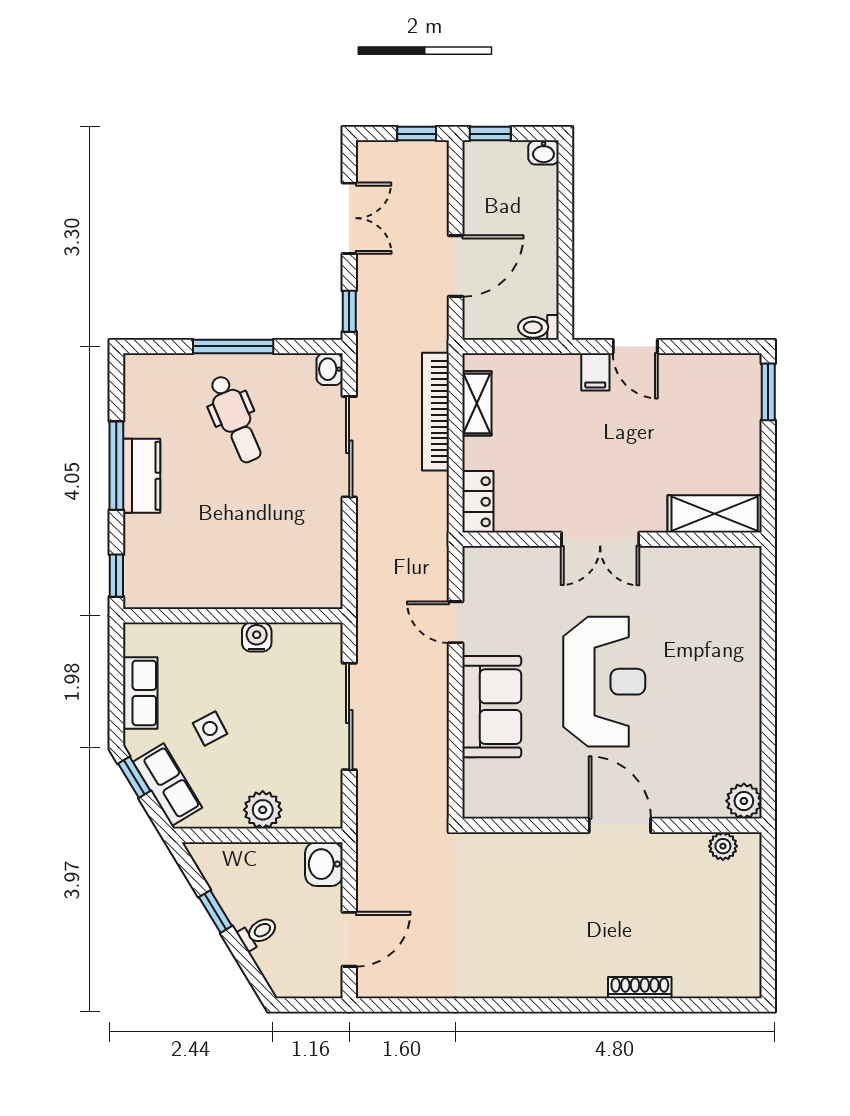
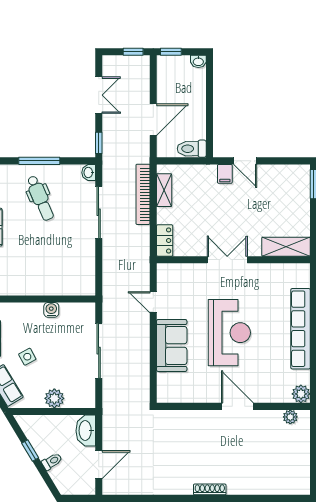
toilet: (538, 327) -> (192, 149), width x1.37, depth x1.39
double door: (600, 539) -> (227, 260), swing flipped
row of seats: (743, 674) -> (301, 329), added
washbasin: (324, 864) -> (86, 431), width x1.38
shoe rack: (640, 988) -> (210, 489), moved

